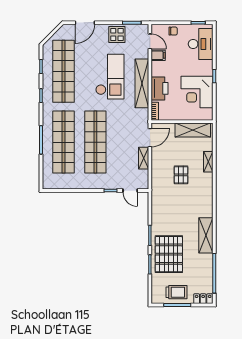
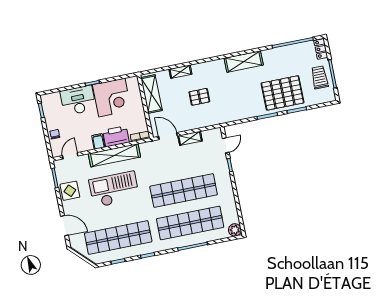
desk: (201, 44) -> (78, 100), moved
filing cabinet: (158, 55) -> (98, 141), moved
plant: (48, 183) -> (235, 230), added
shelving: (206, 235) -> (244, 62), moved

